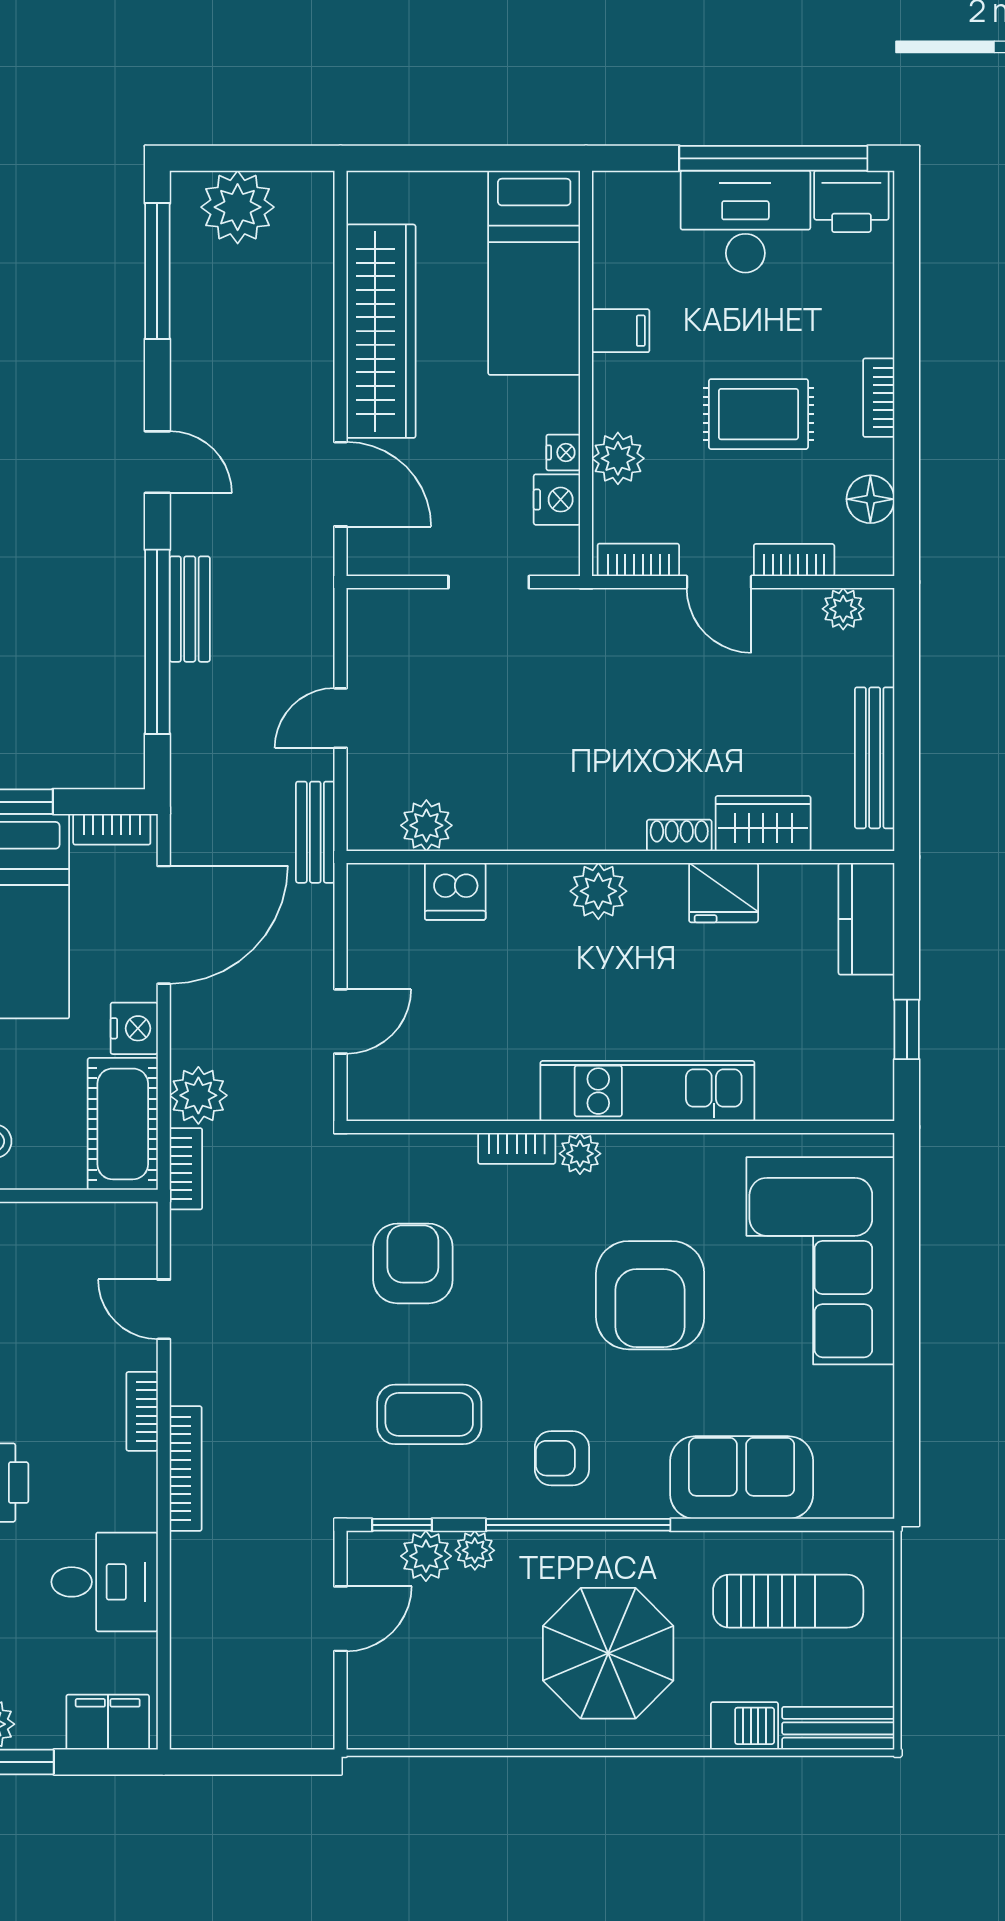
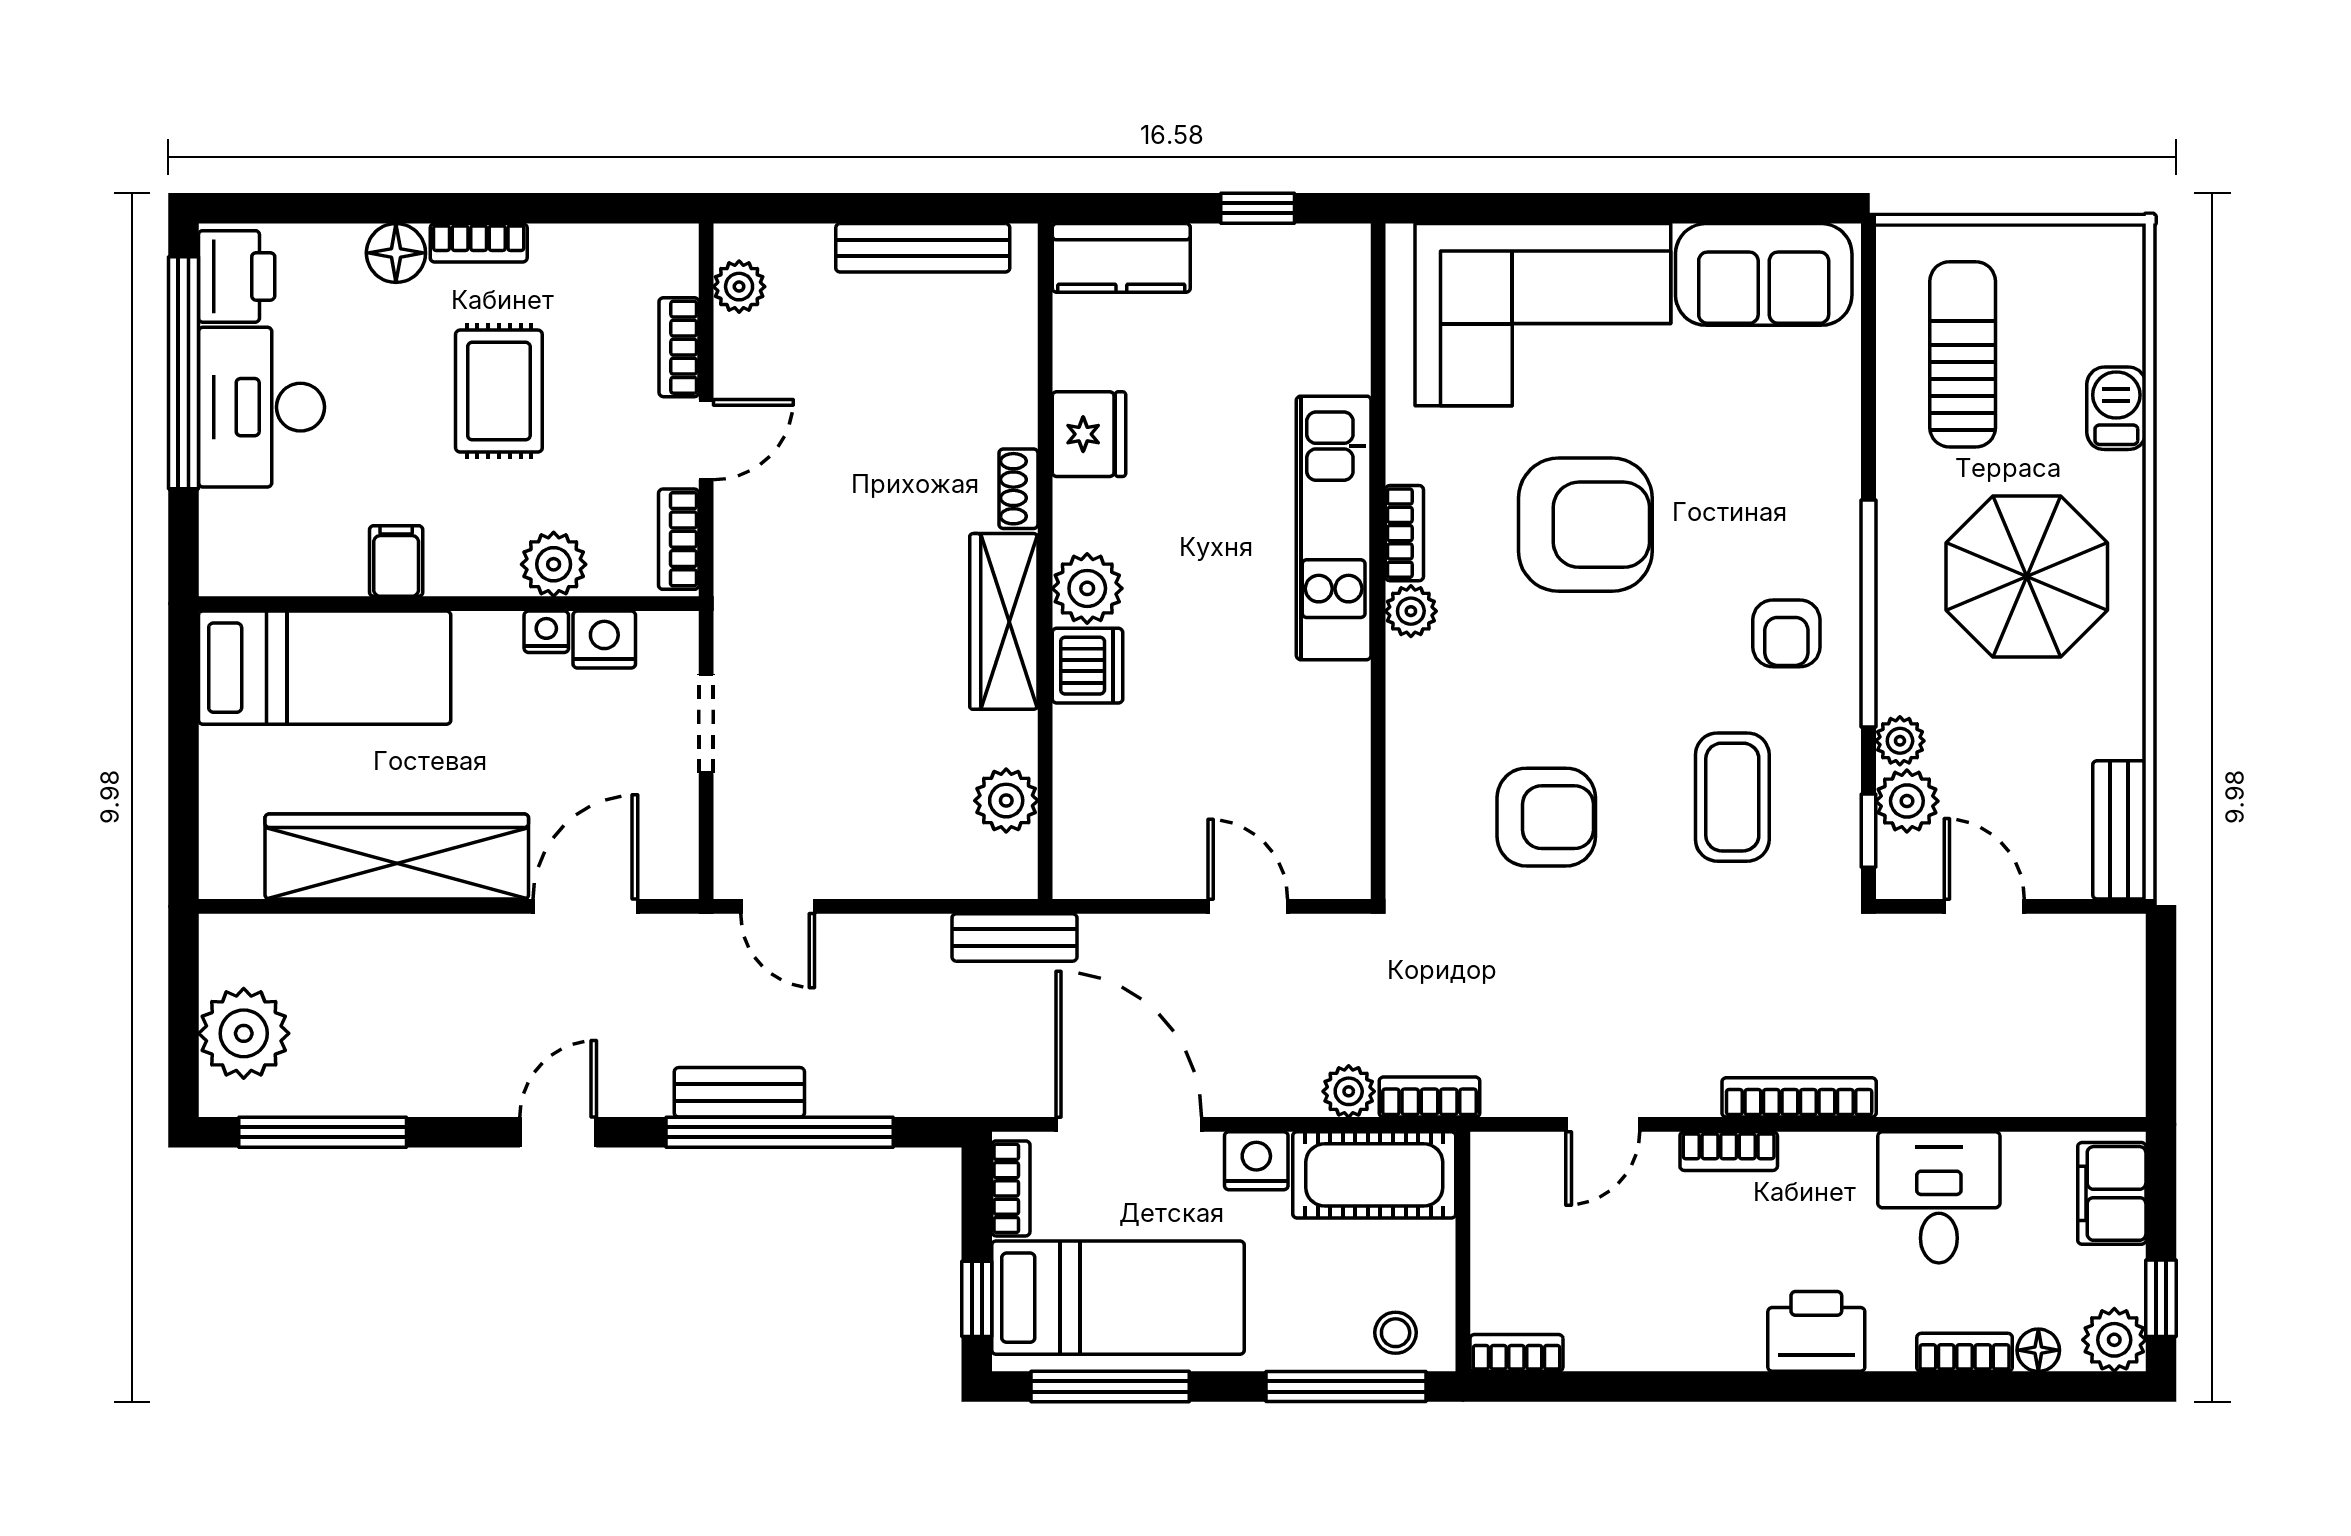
floor lamp: (870, 499) -> (396, 253), moved
door: (341, 718) -> (778, 906), moved
wardrobe: (763, 824) -> (1004, 621), moved, width x1.50
dishwasher: (455, 891) -> (1087, 666), moved
plant: (198, 1095) -> (1349, 1091), width x0.73, depth x0.73
bookcase: (517, 1148) -> (1404, 533), moved
armchair: (413, 1263) -> (1546, 817), turned 180
sofa: (742, 1478) -> (1764, 274), moved, turned -90
bench: (838, 1728) -> (2119, 830), moved

